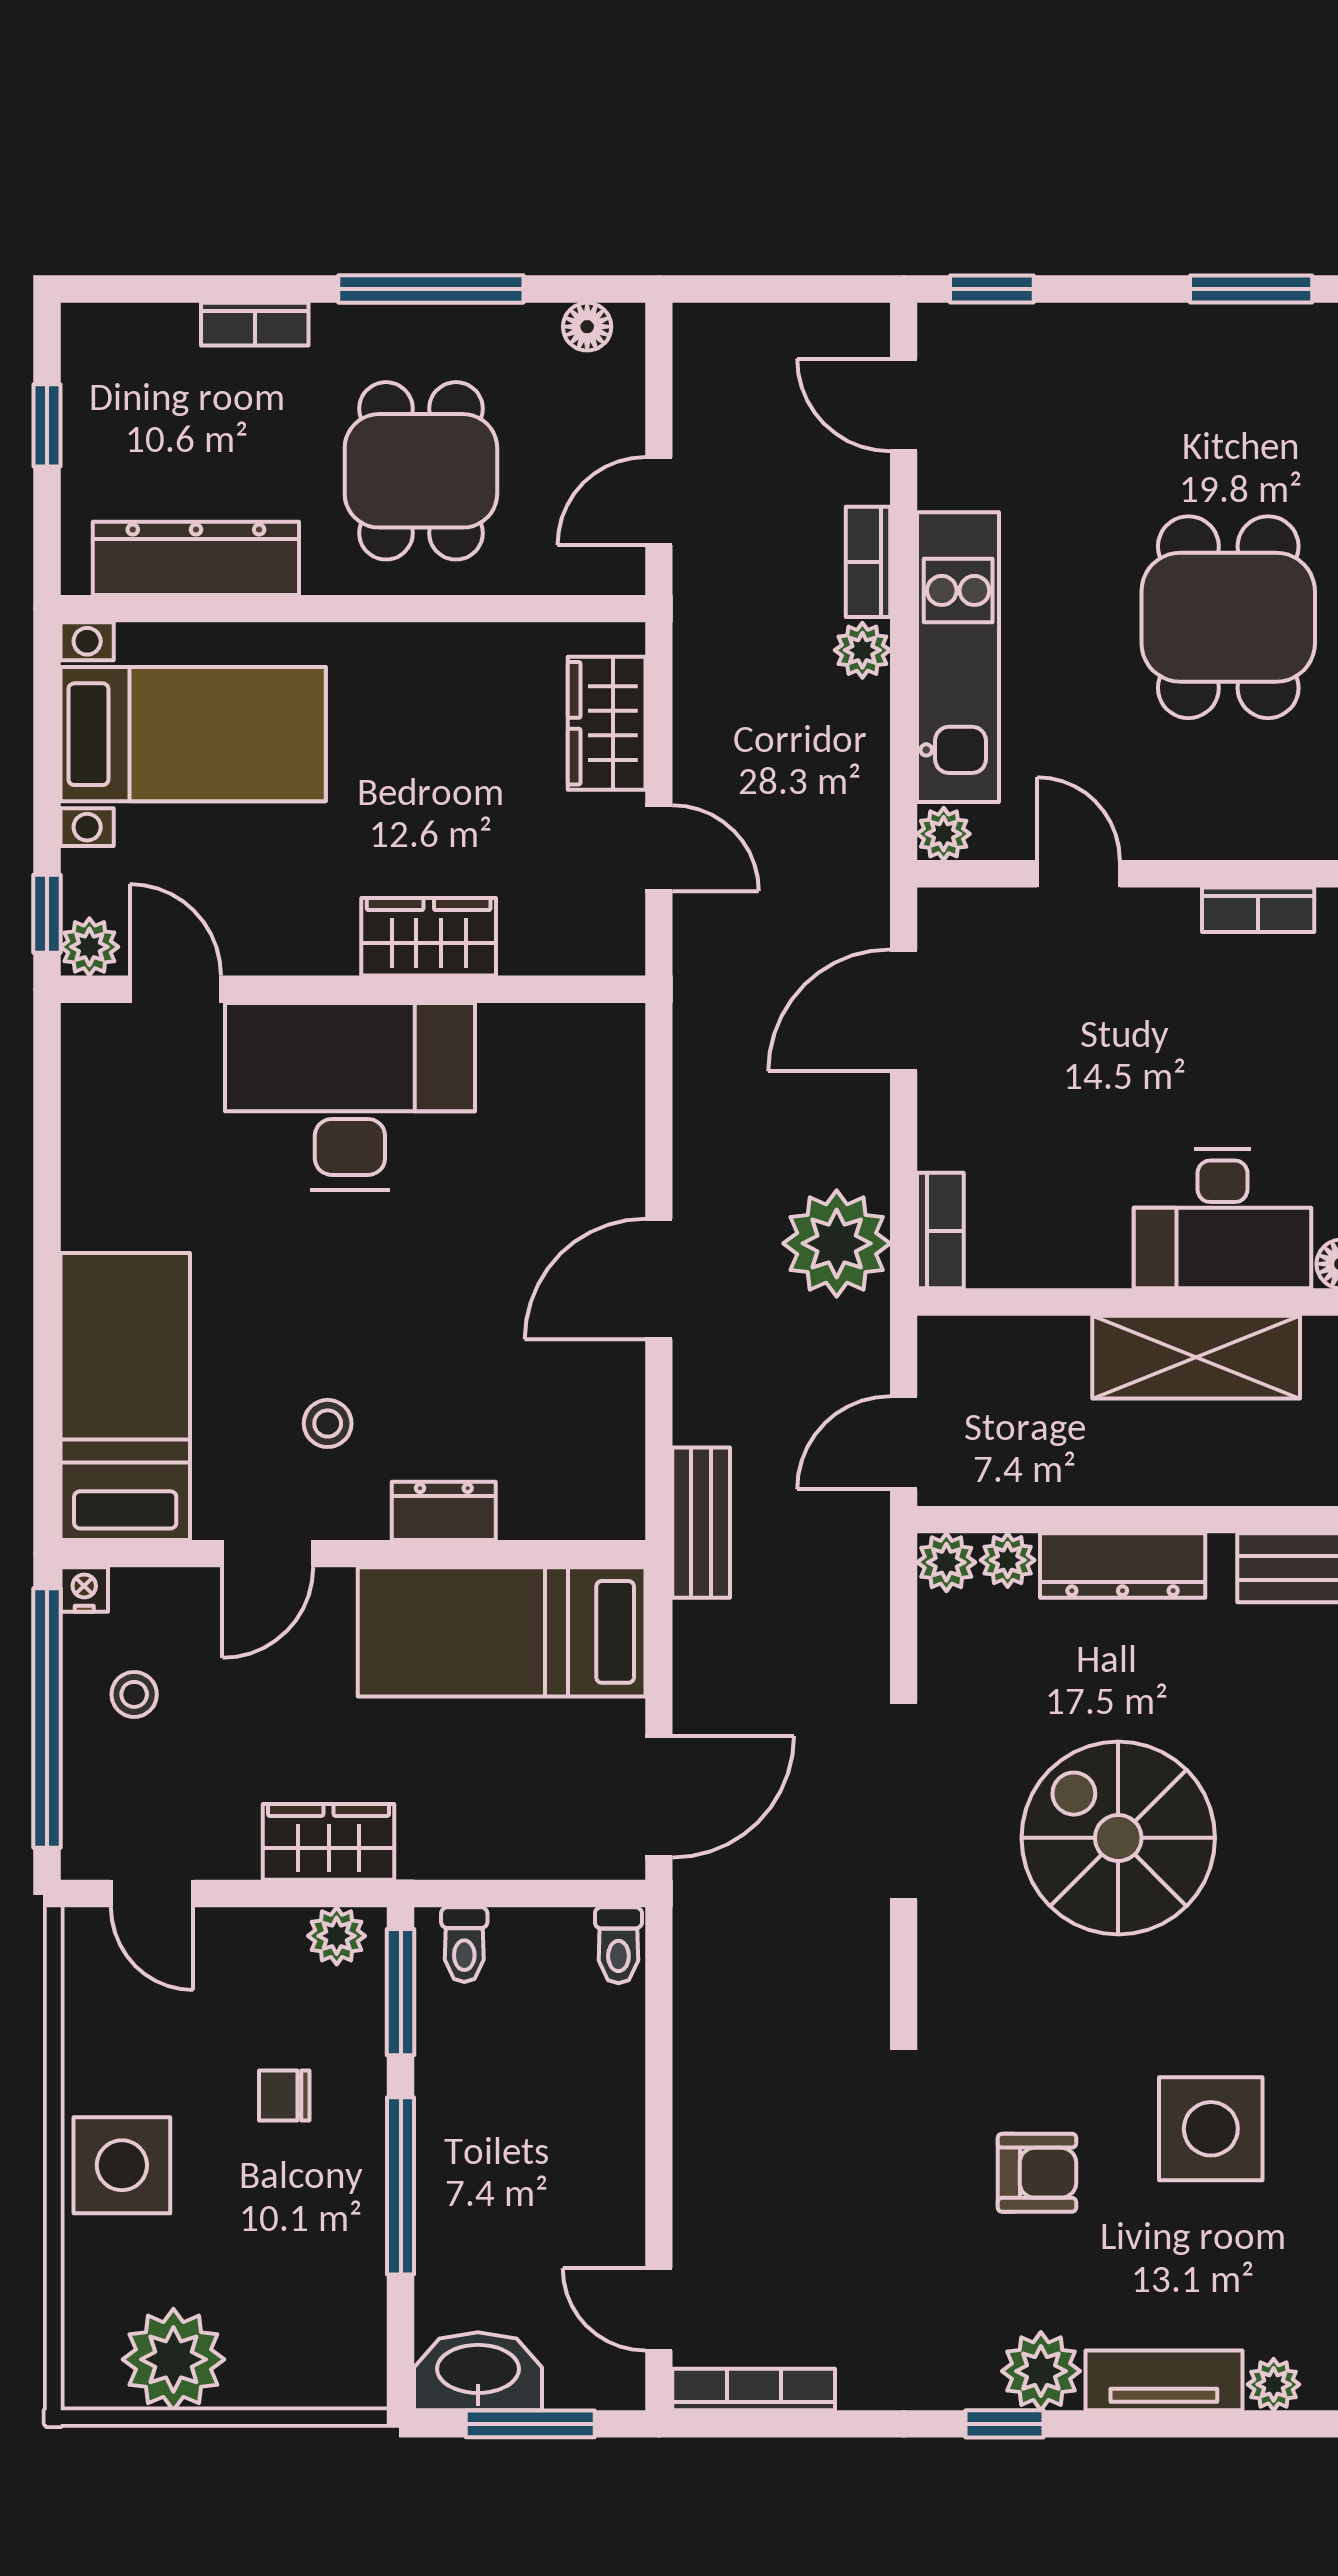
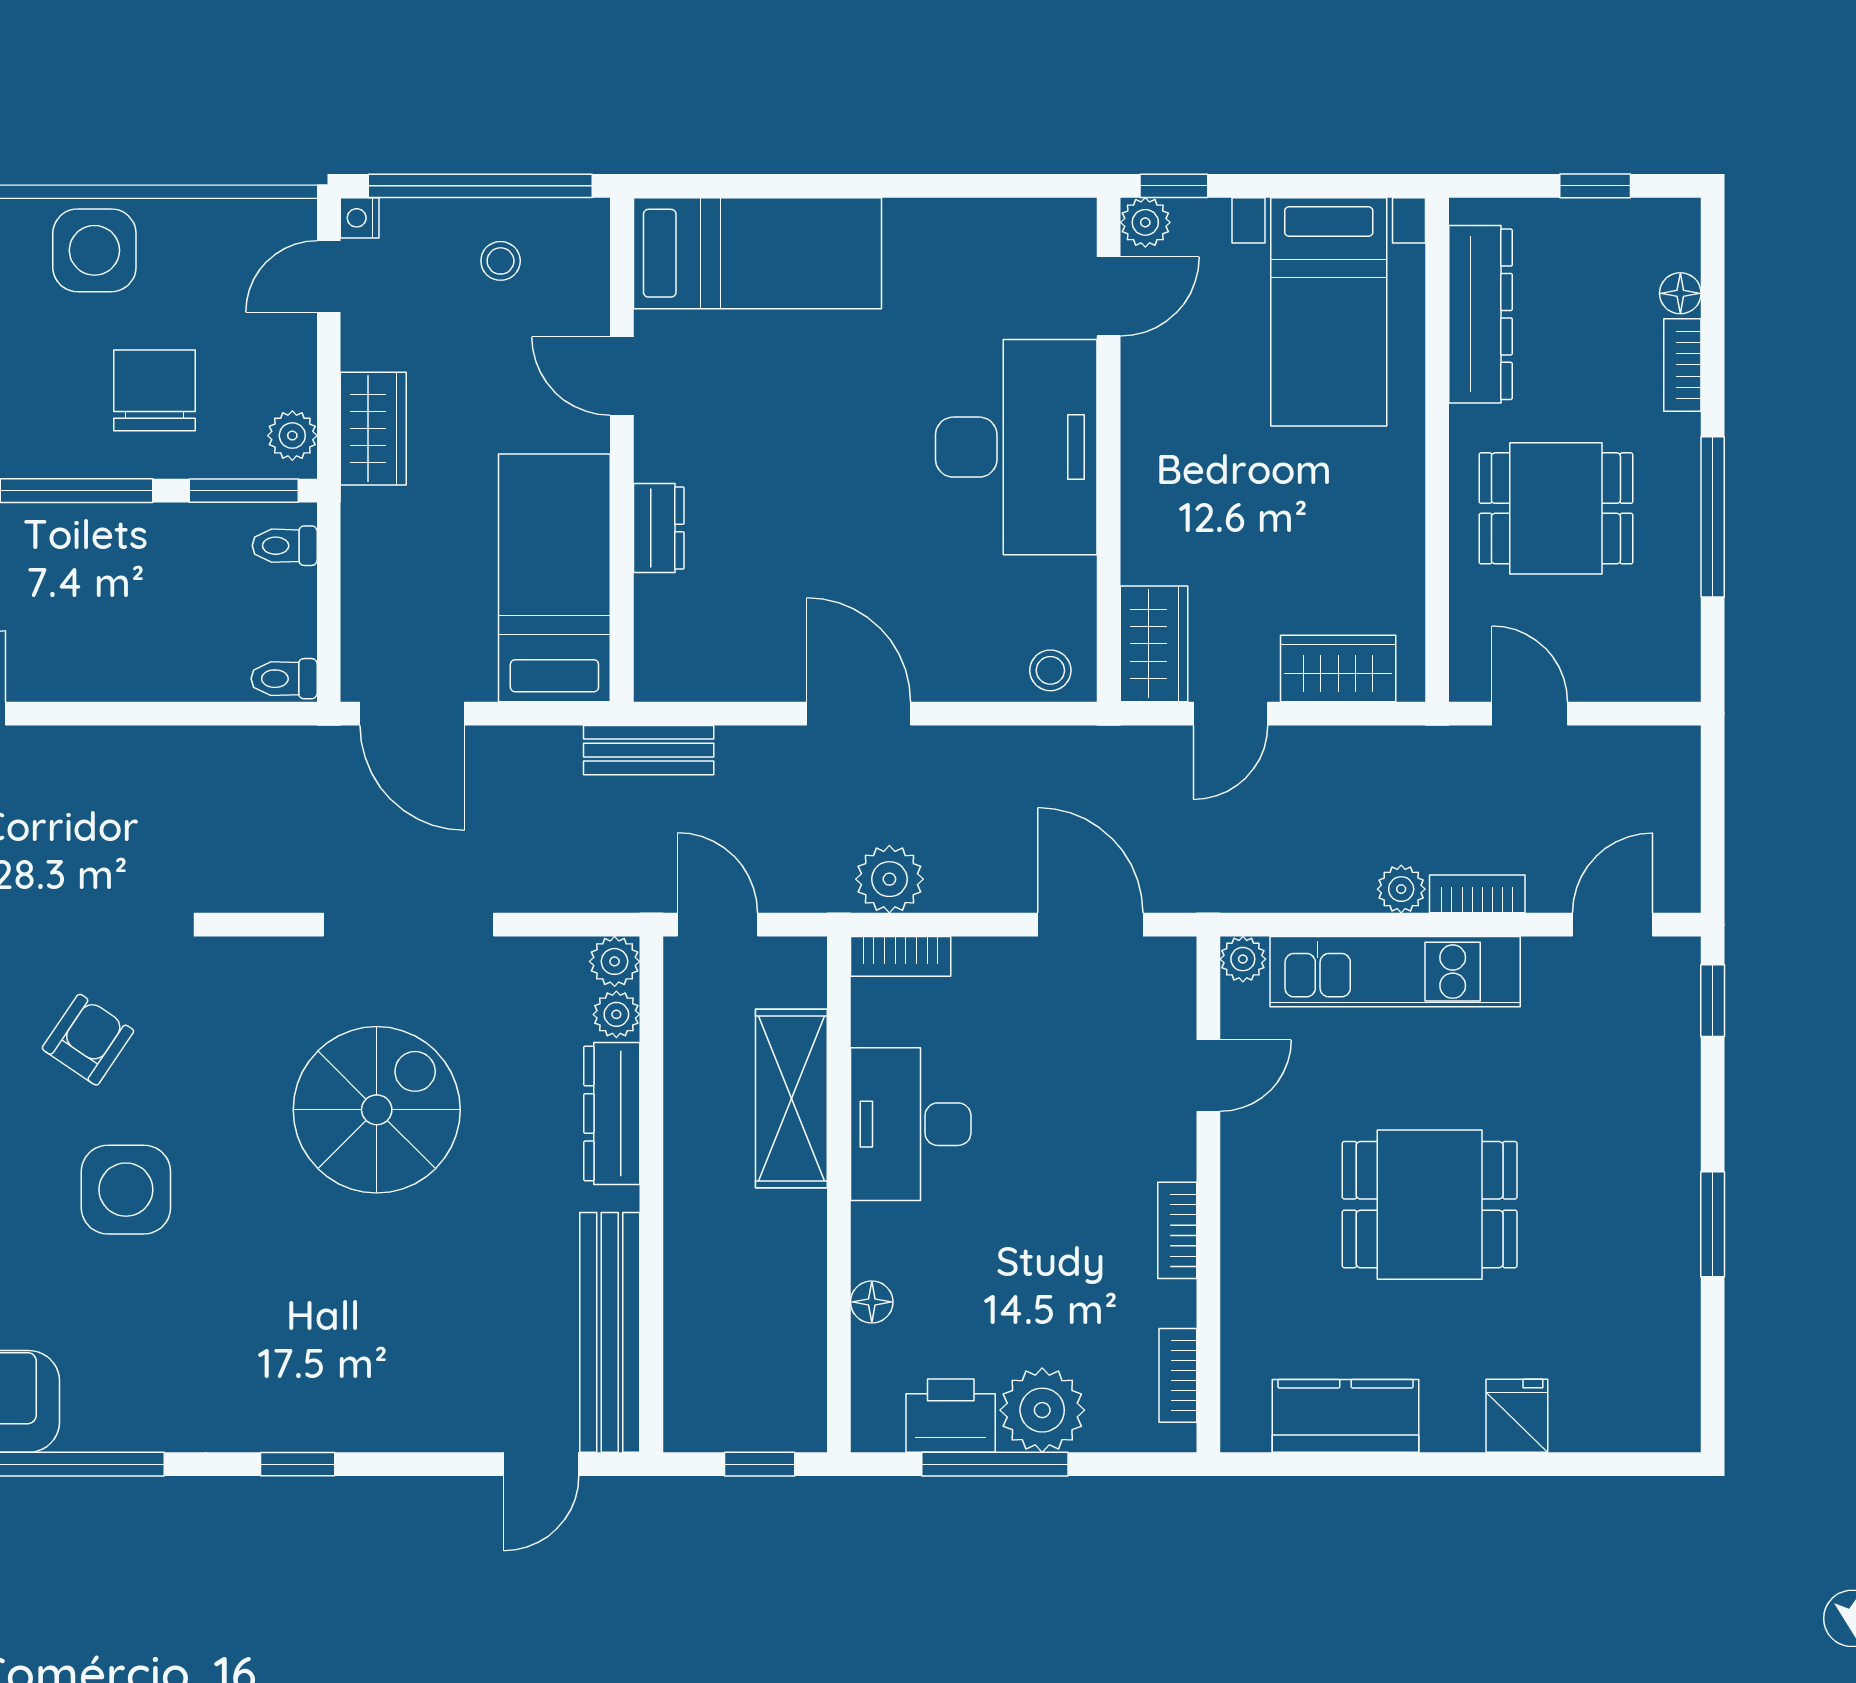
floor lamp: (587, 327) -> (1680, 293), moved
wardrobe: (429, 937) -> (1154, 644), moved
desk: (1223, 1219) -> (911, 1124), moved
plant: (837, 1243) -> (889, 879), width x0.73, depth x0.73
shelving: (1196, 1357) -> (791, 1098), moved
stool: (328, 1423) -> (1050, 670), moved
nightstand: (84, 1590) -> (360, 218), moved, turned 180
chair: (284, 2096) -> (155, 390), width x1.87, depth x1.87
armchair: (1037, 2173) -> (88, 1040), turned -146

